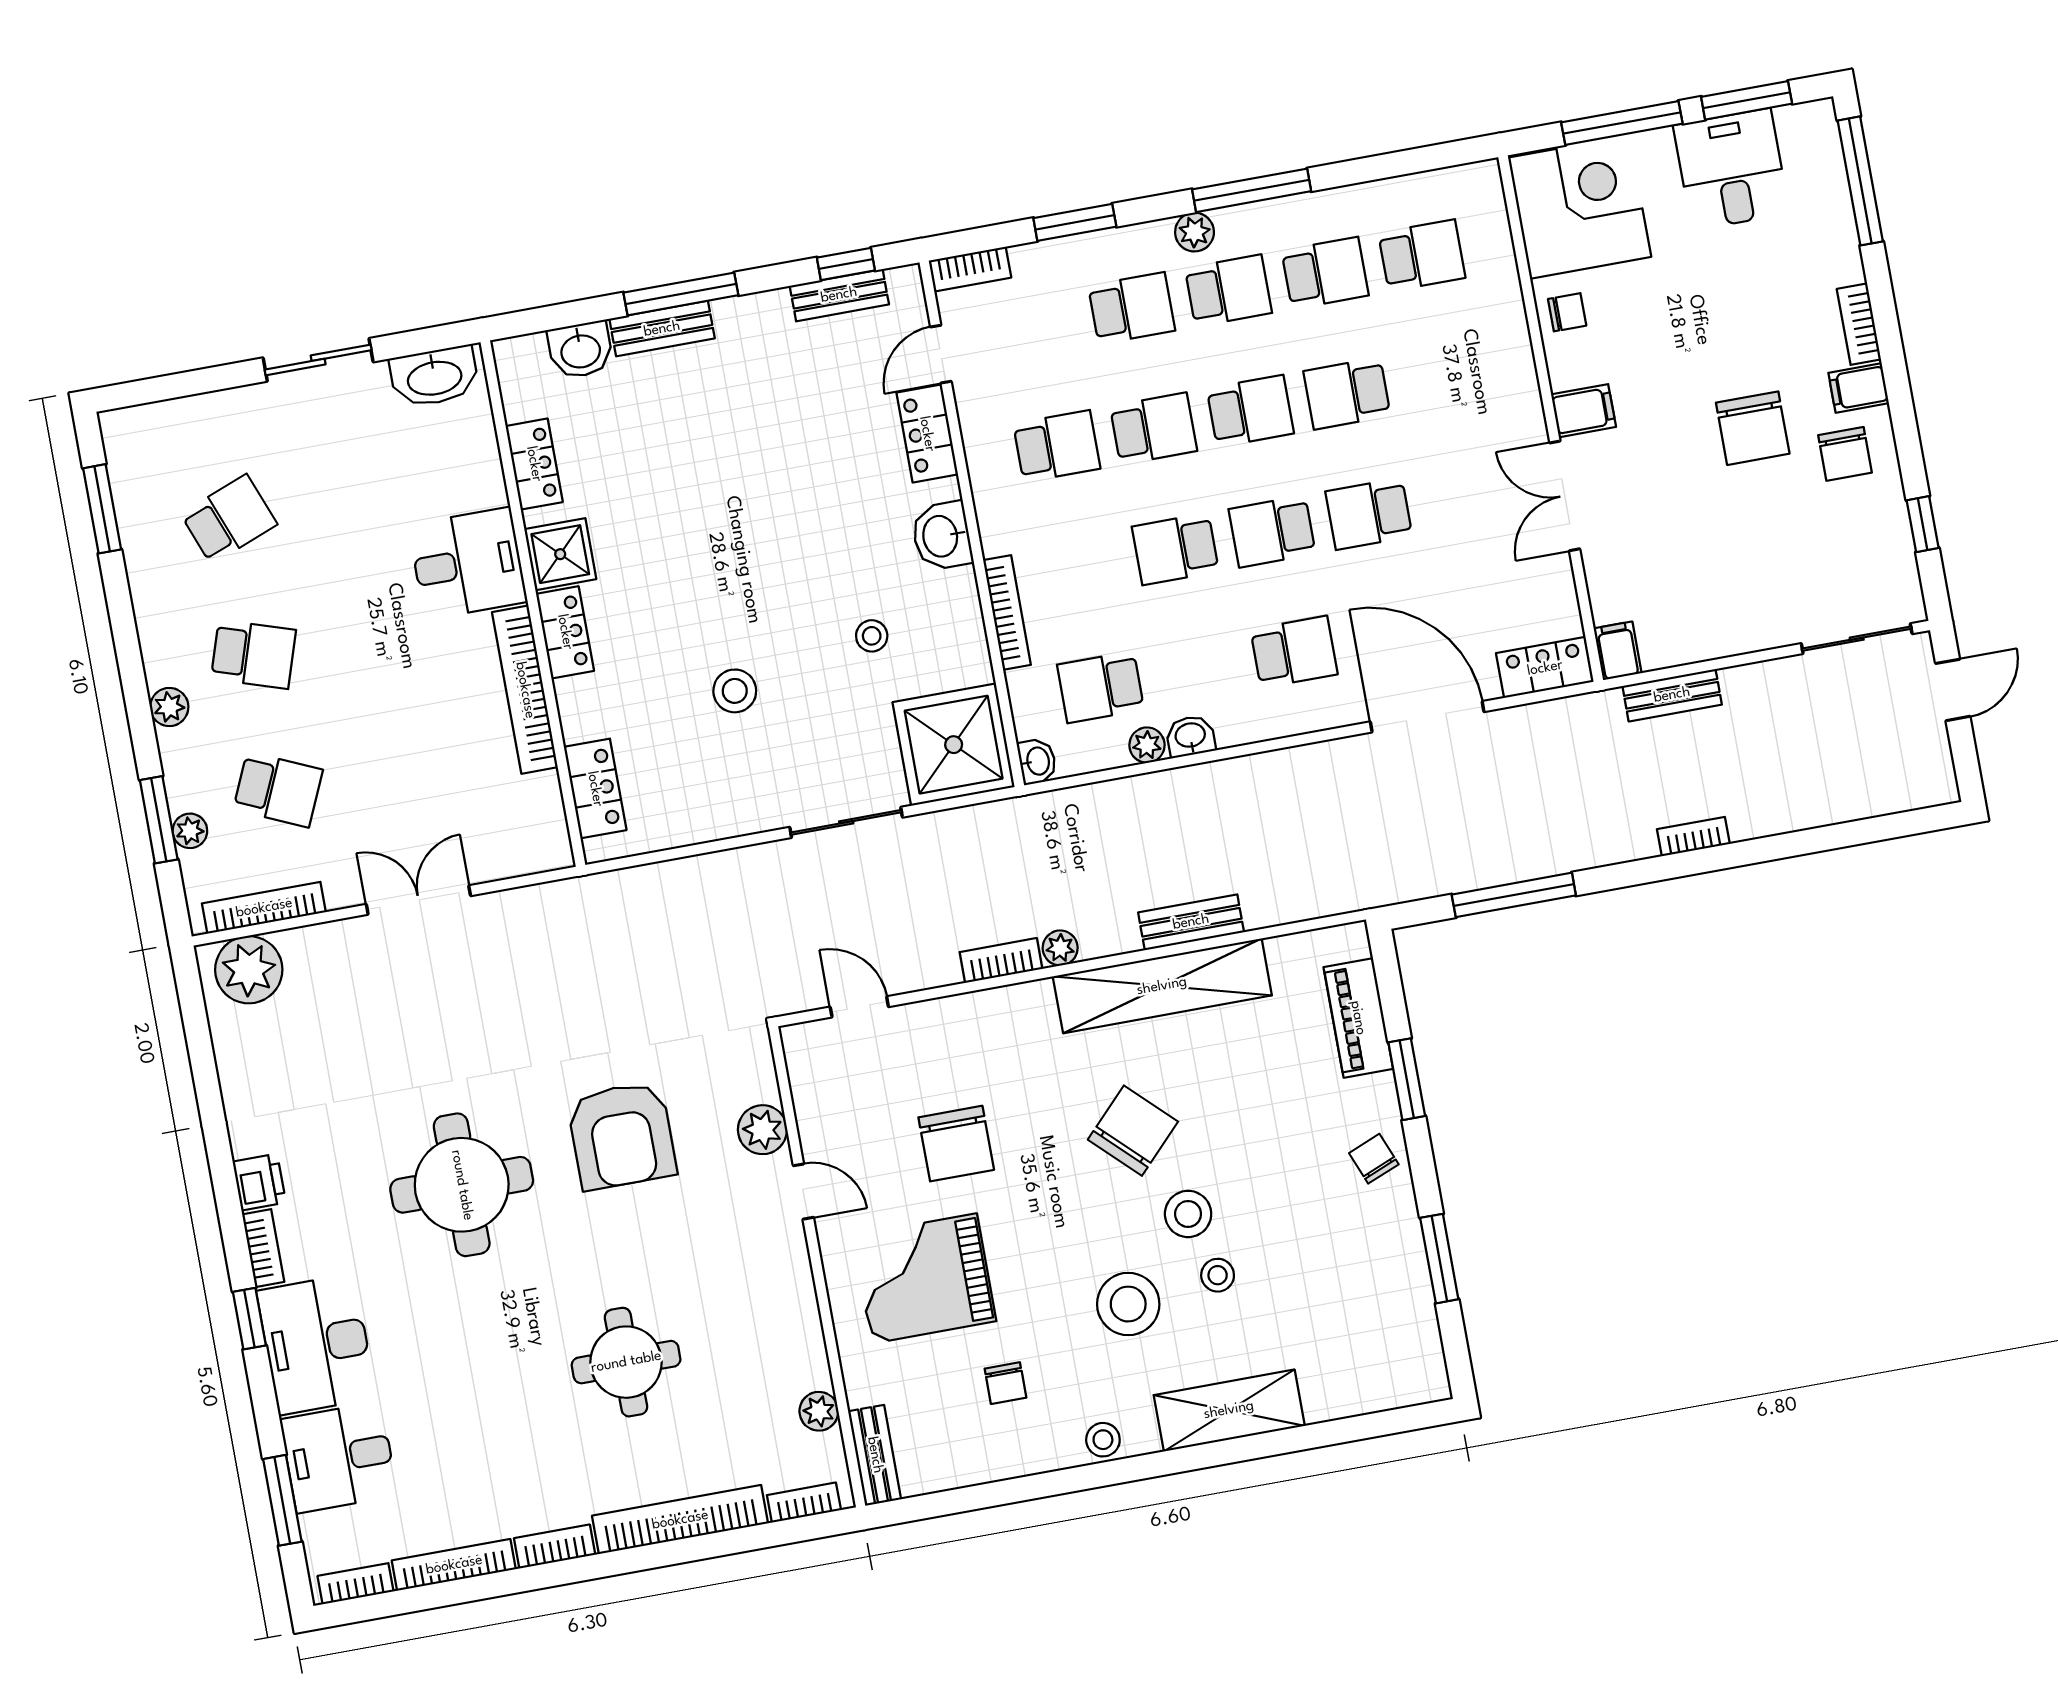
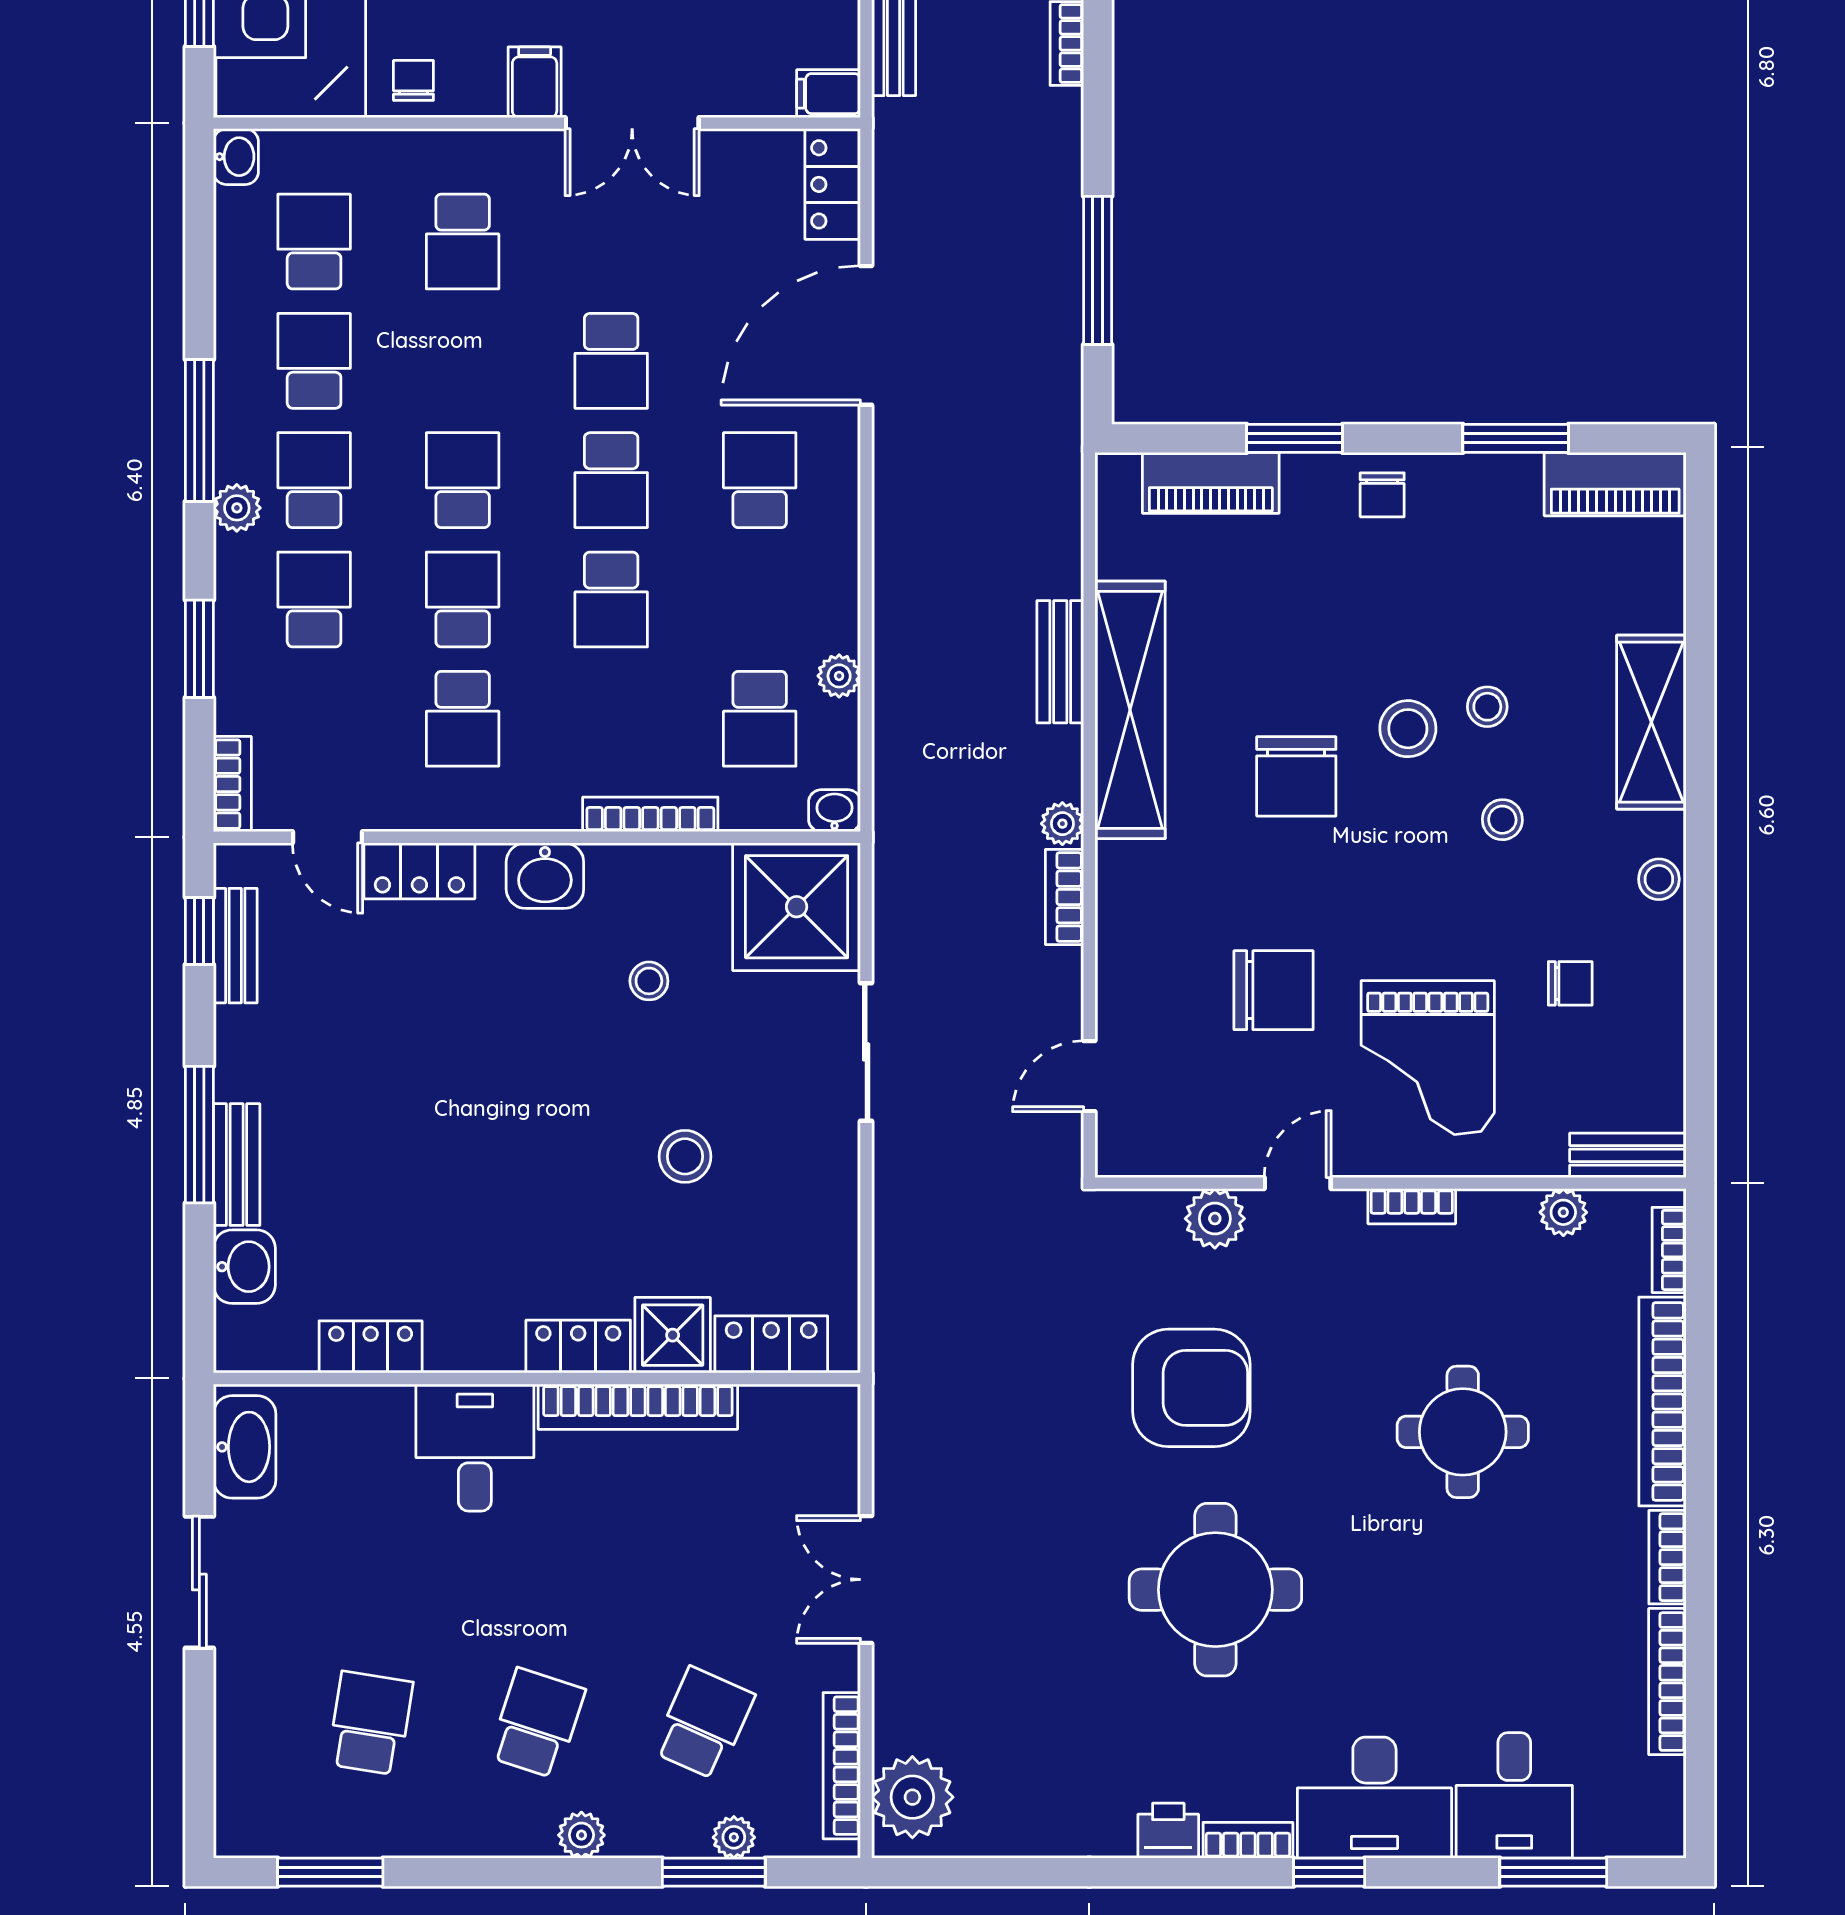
school desk: (1347, 393) -> (463, 242), moved
school desk: (1057, 446) -> (463, 719), turned 180
school desk: (229, 519) -> (370, 1723), turned 30
shower: (560, 554) -> (673, 1335), moved
washbasin: (1190, 736) -> (236, 157), moved, turned 180
chair: (1133, 1131) -> (1296, 776), turned -134
chair: (1374, 1159) -> (1382, 495), turned -68
stool: (1128, 1304) -> (1502, 820), width x0.53, depth x0.53
piano: (1417, 1346) -> (1615, 484), added
bookcase: (355, 1584) -> (1412, 1206), moved, turned -90

